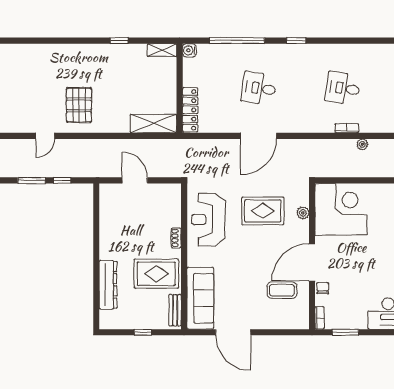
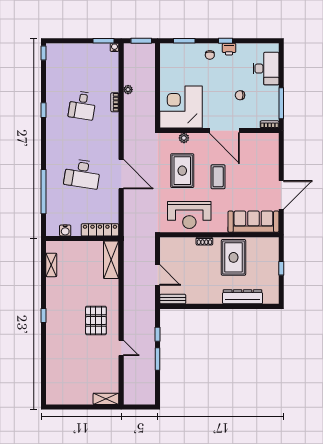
window: (119, 41) -> (43, 315), moved
window: (296, 41) -> (43, 110), moved
shelving: (162, 50) -> (51, 265), moved
water cooler: (189, 50) -> (65, 230), moved
desk: (259, 88) -> (82, 174), width x1.37
pallet: (79, 105) -> (96, 320), turned 90
door: (135, 180) -> (157, 275), swing flipped
chair: (323, 288) -> (240, 95), moved
coffee table: (282, 290) -> (218, 177), moved
bench: (175, 310) -> (173, 299), moved
window: (345, 332) -> (281, 103), width x1.44

